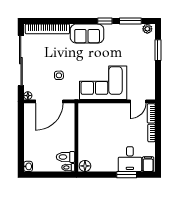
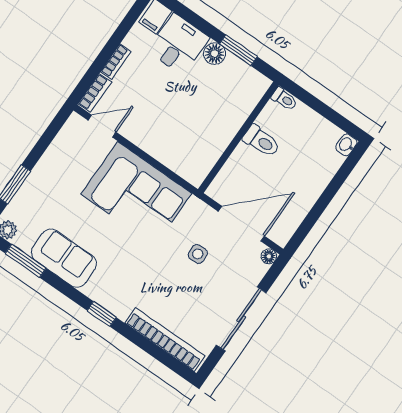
window: (105, 21) -> (102, 314), moved
sofa: (87, 34) -> (64, 258), moved
sliding door: (21, 61) -> (241, 319), width x0.73
toilet: (66, 157) -> (261, 141), moved
floor lamp: (85, 166) -> (215, 54), moved
window: (127, 175) -> (238, 50), moved

